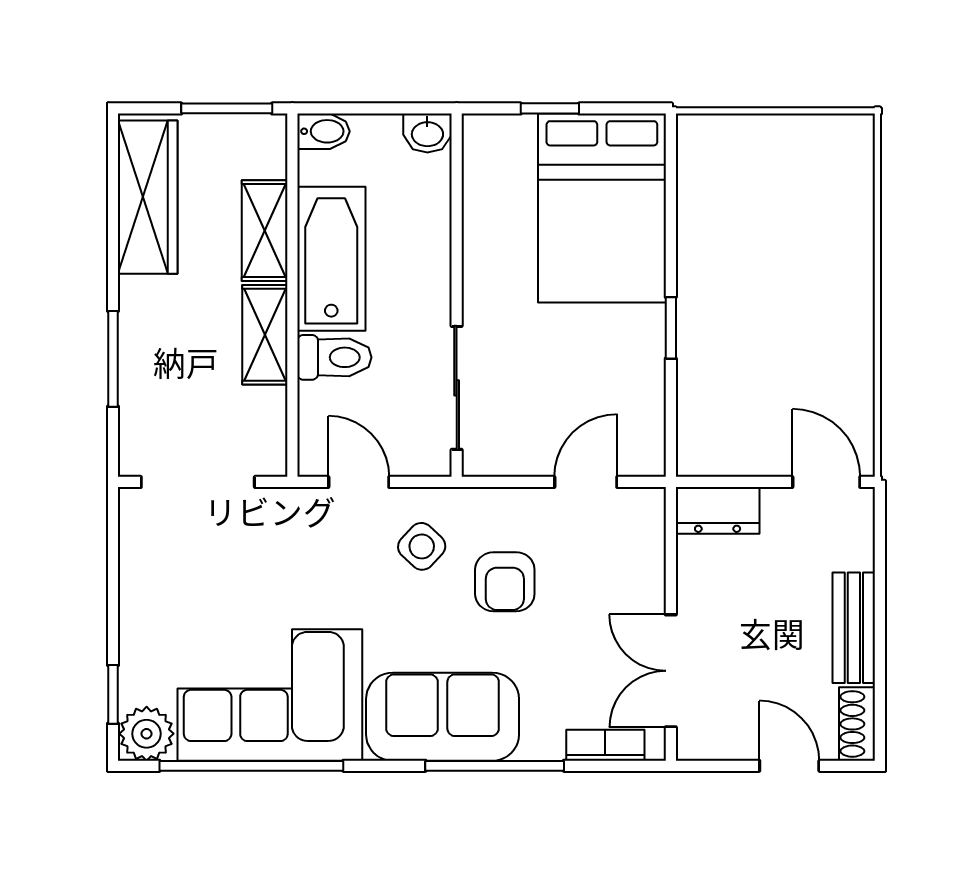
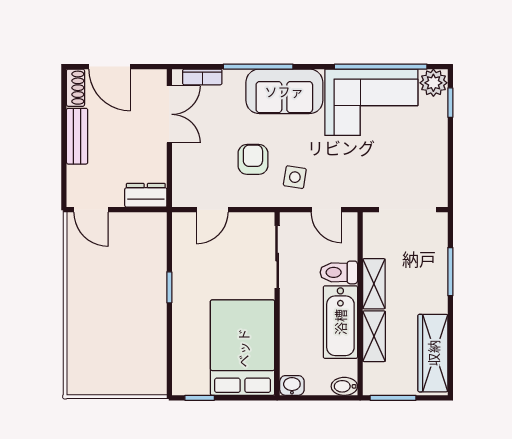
window: (550, 108) -> (200, 398), moved
bed: (602, 208) -> (243, 348), moved
side table: (422, 546) -> (295, 177), turned -34
door: (789, 766) -> (110, 67), width x1.38

